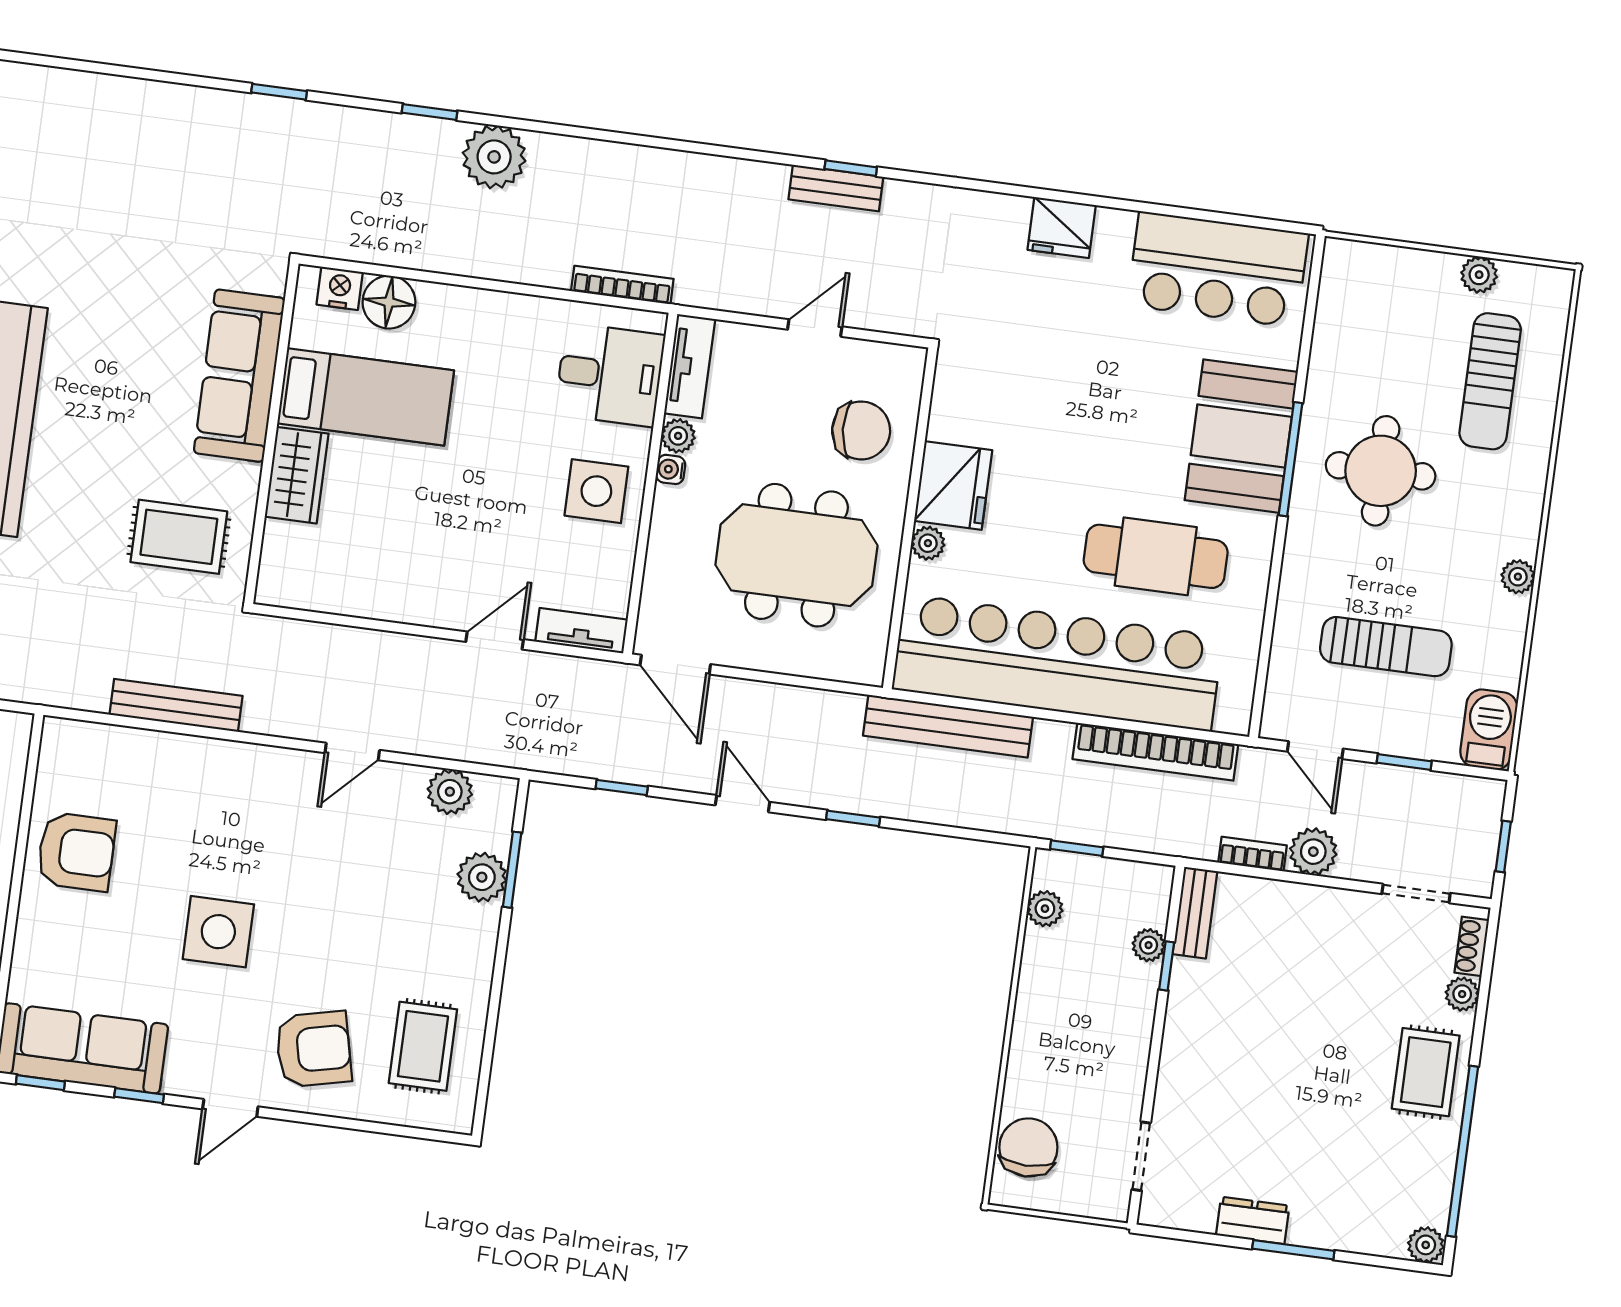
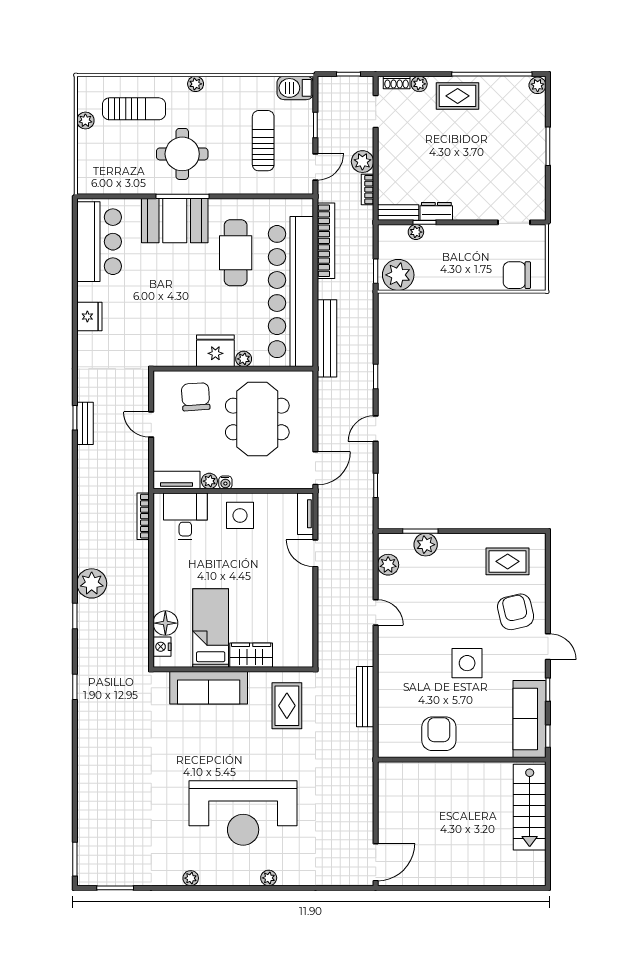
plant: (1518, 577) -> (196, 84), moved
plant: (1045, 909) -> (398, 275), width x1.88, depth x1.88
dresser: (1253, 1220) -> (436, 211), moved, turned 90

